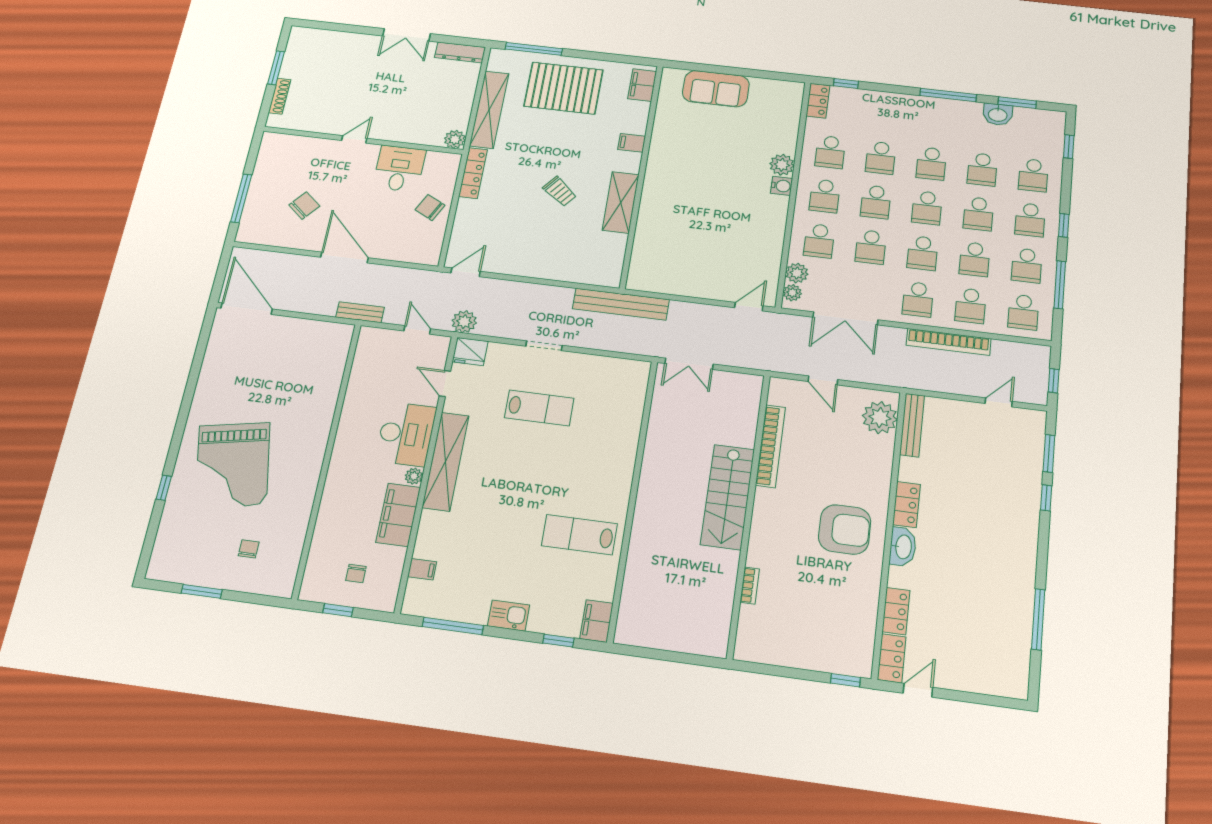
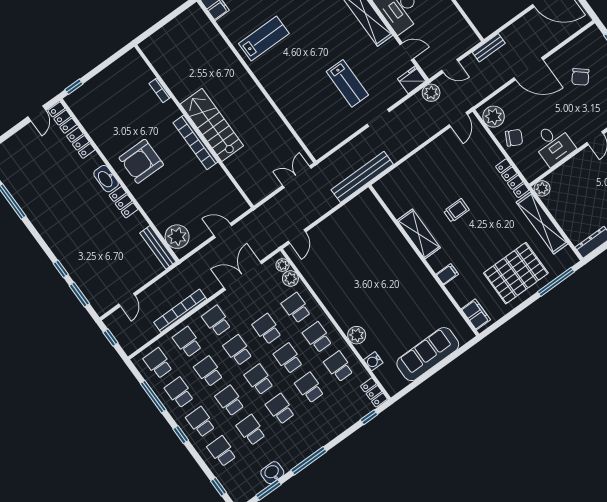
sofa: (716, 89) -> (428, 354), width x1.36
water cooler: (782, 186) -> (373, 361), moved
trolley: (560, 191) -> (456, 210), turned 141
plant: (428, 244) -> (494, 117), added
lab bench: (539, 408) -> (347, 83), turned -90
bookcase: (770, 446) -> (195, 142), moved

